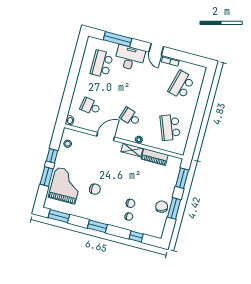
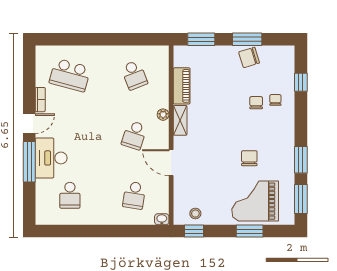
window: (117, 39) -> (29, 162), moved
school desk: (102, 64) -> (70, 195), width x0.54
school desk: (170, 127) -> (134, 75), width x0.54
window: (52, 156) -> (194, 231), moved
window: (97, 226) -> (301, 160), moved

